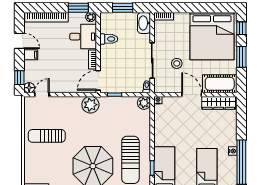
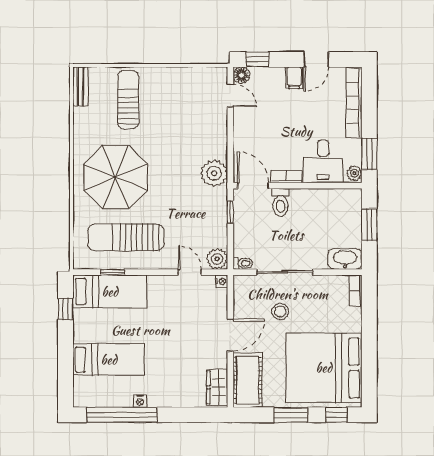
toilet: (109, 39) -> (280, 202), moved
wardrobe: (219, 103) -> (217, 387), width x0.67
door: (152, 120) -> (190, 272), added
sun lounger: (47, 136) -> (128, 100), moved

